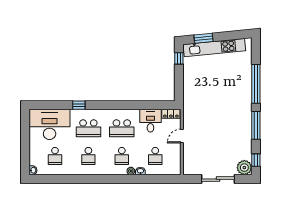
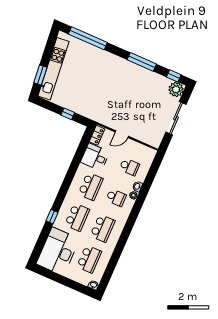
window: (179, 58) -> (68, 114), moved
window: (256, 84) -> (88, 38), moved
door: (182, 136) -> (122, 134), hinge flipped
school desk: (55, 156) -> (89, 259), width x1.85
school desk: (88, 156) -> (103, 228), width x1.85

